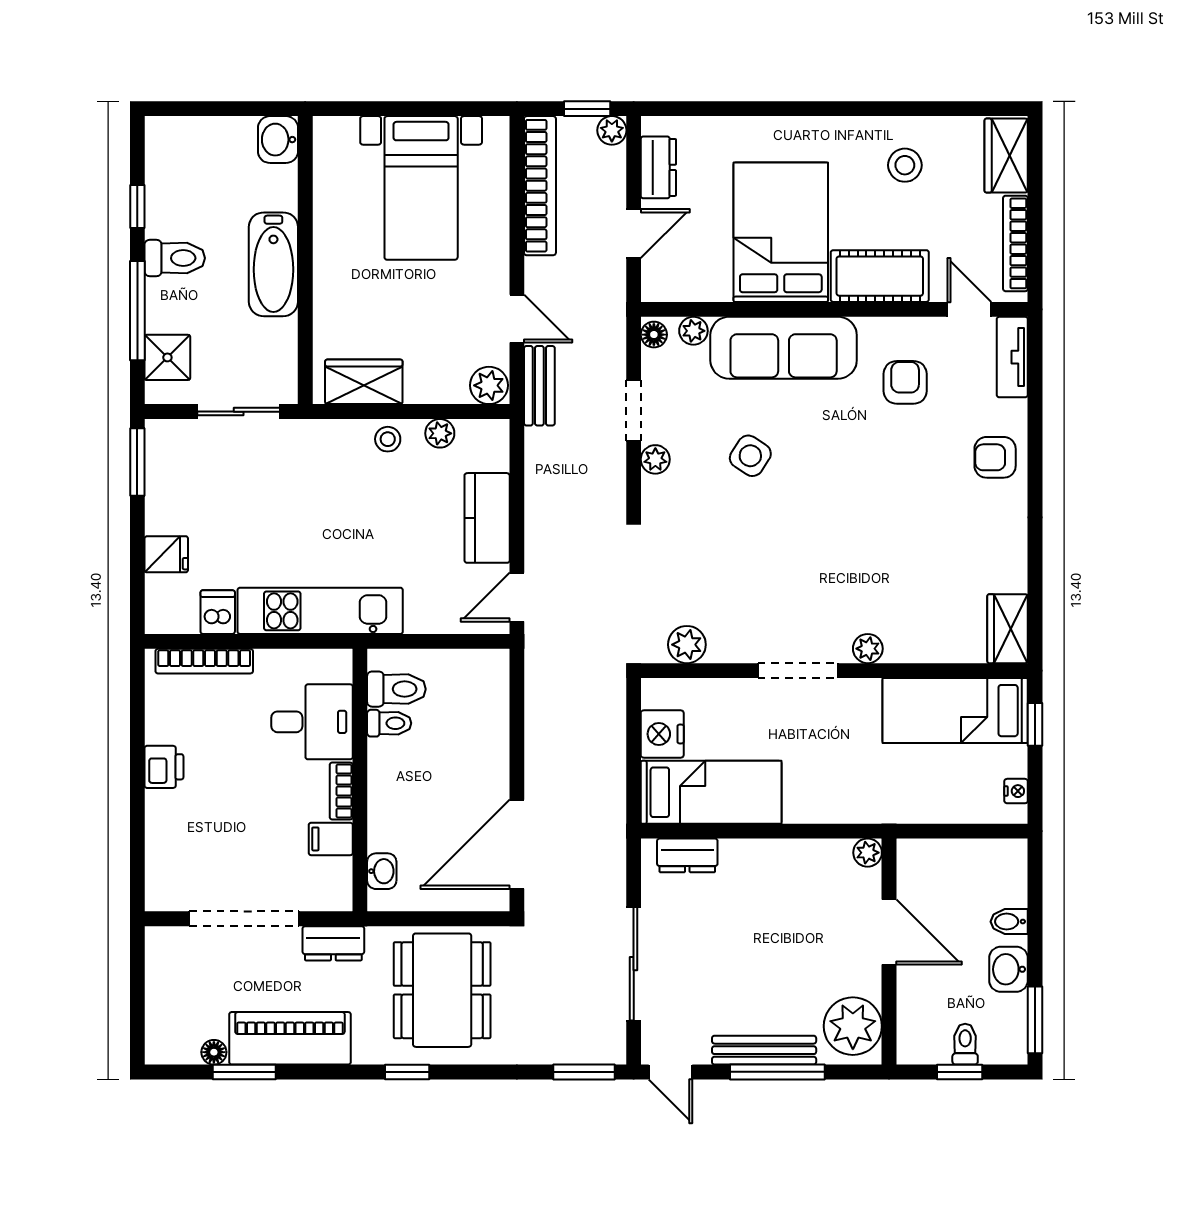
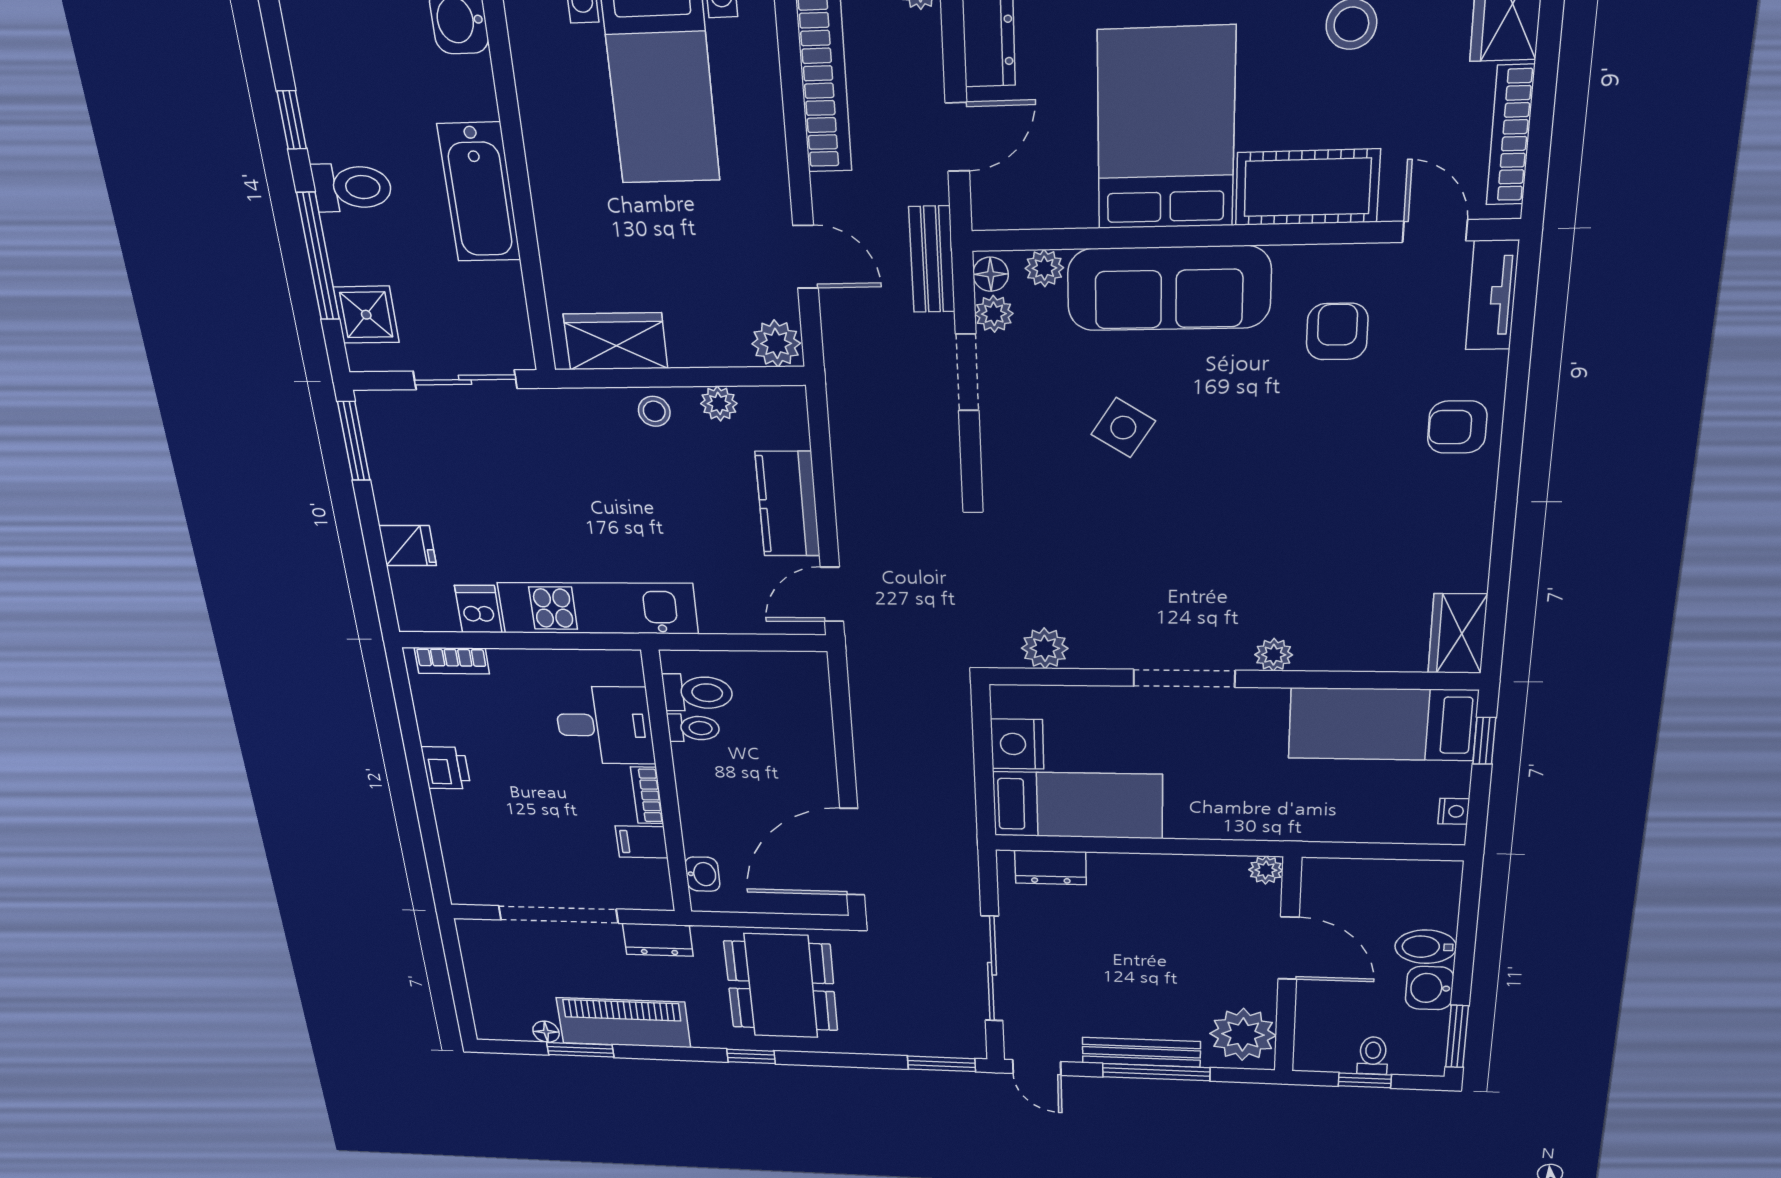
bench: (539, 386) -> (932, 259), moved
plant: (655, 459) -> (994, 314), moved
bookcase: (204, 661) -> (452, 661), width x0.64
bidet: (1009, 922) -> (1426, 947), width x1.38, depth x1.36

